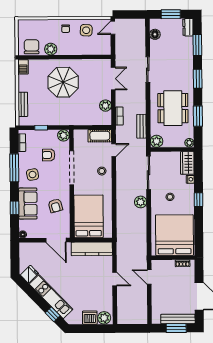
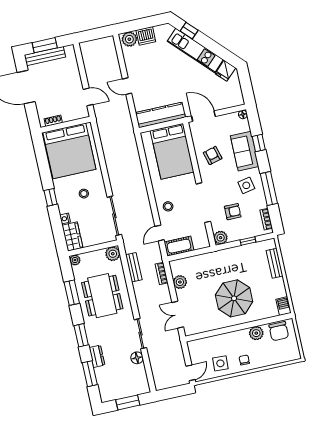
dresser: (188, 27) -> (97, 356), moved
floor lamp: (155, 34) -> (137, 358), moved
plant: (141, 202) -> (116, 181), removed

